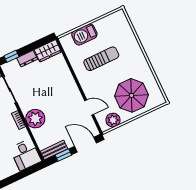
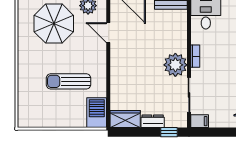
barbecue: (84, 34) -> (97, 113), moved, turned -90
plant: (35, 119) -> (175, 65), moved

